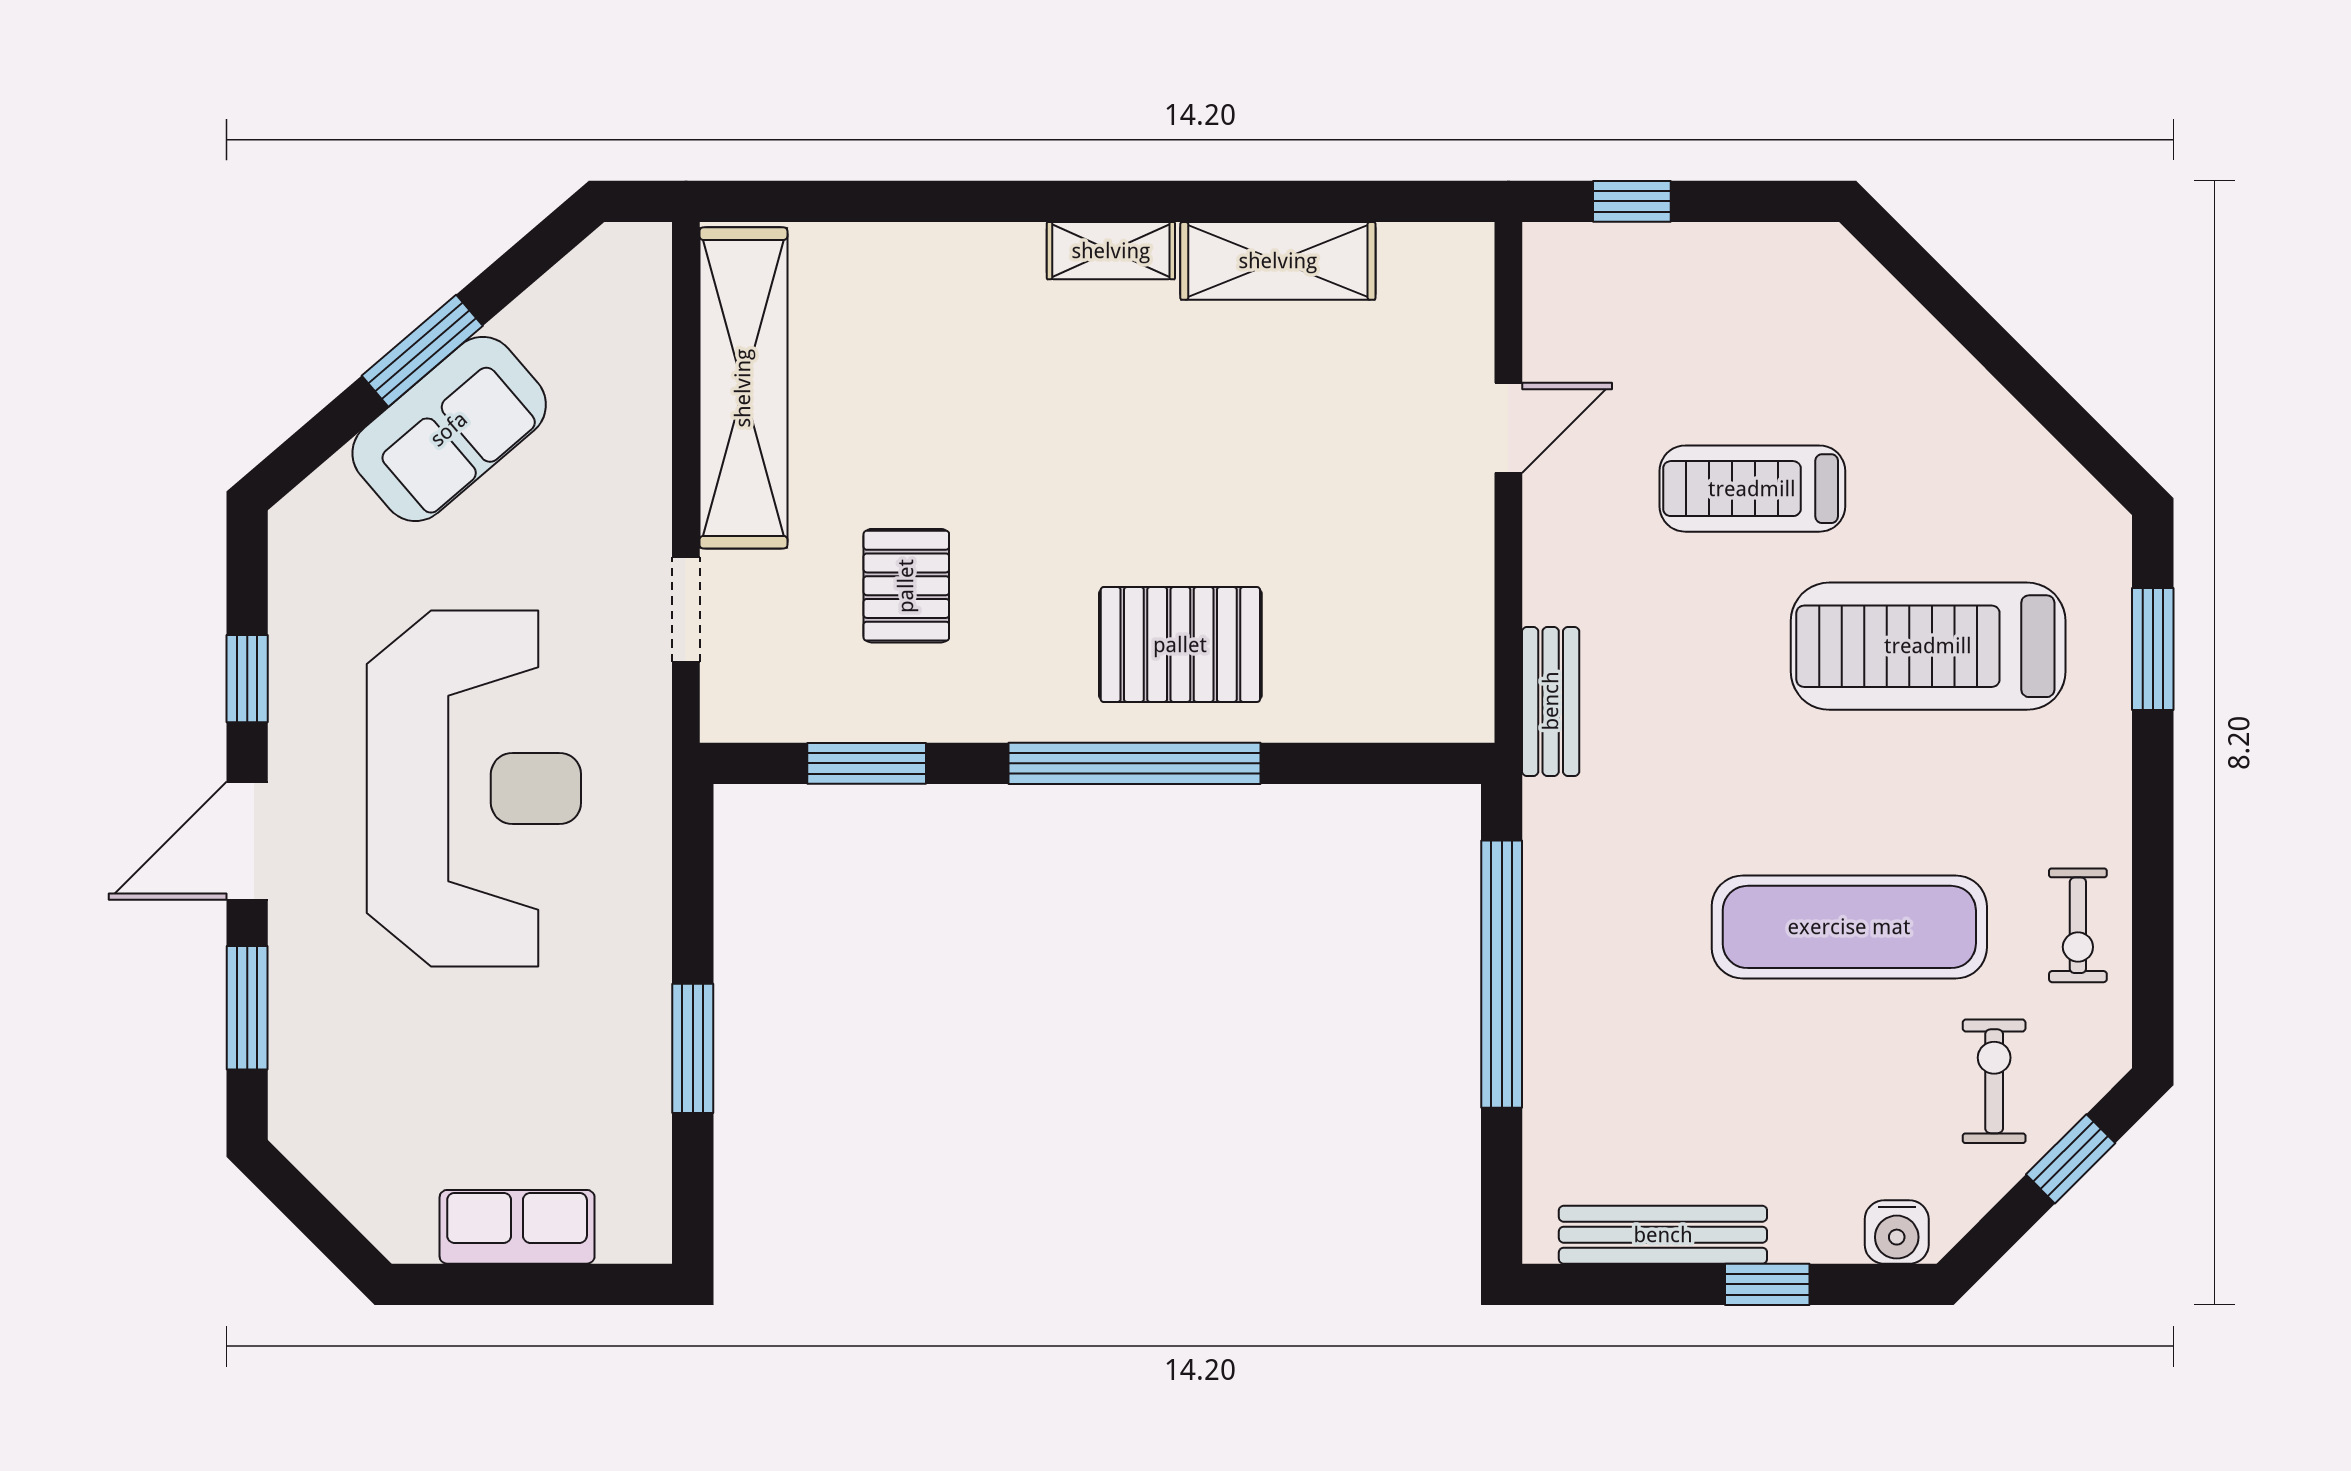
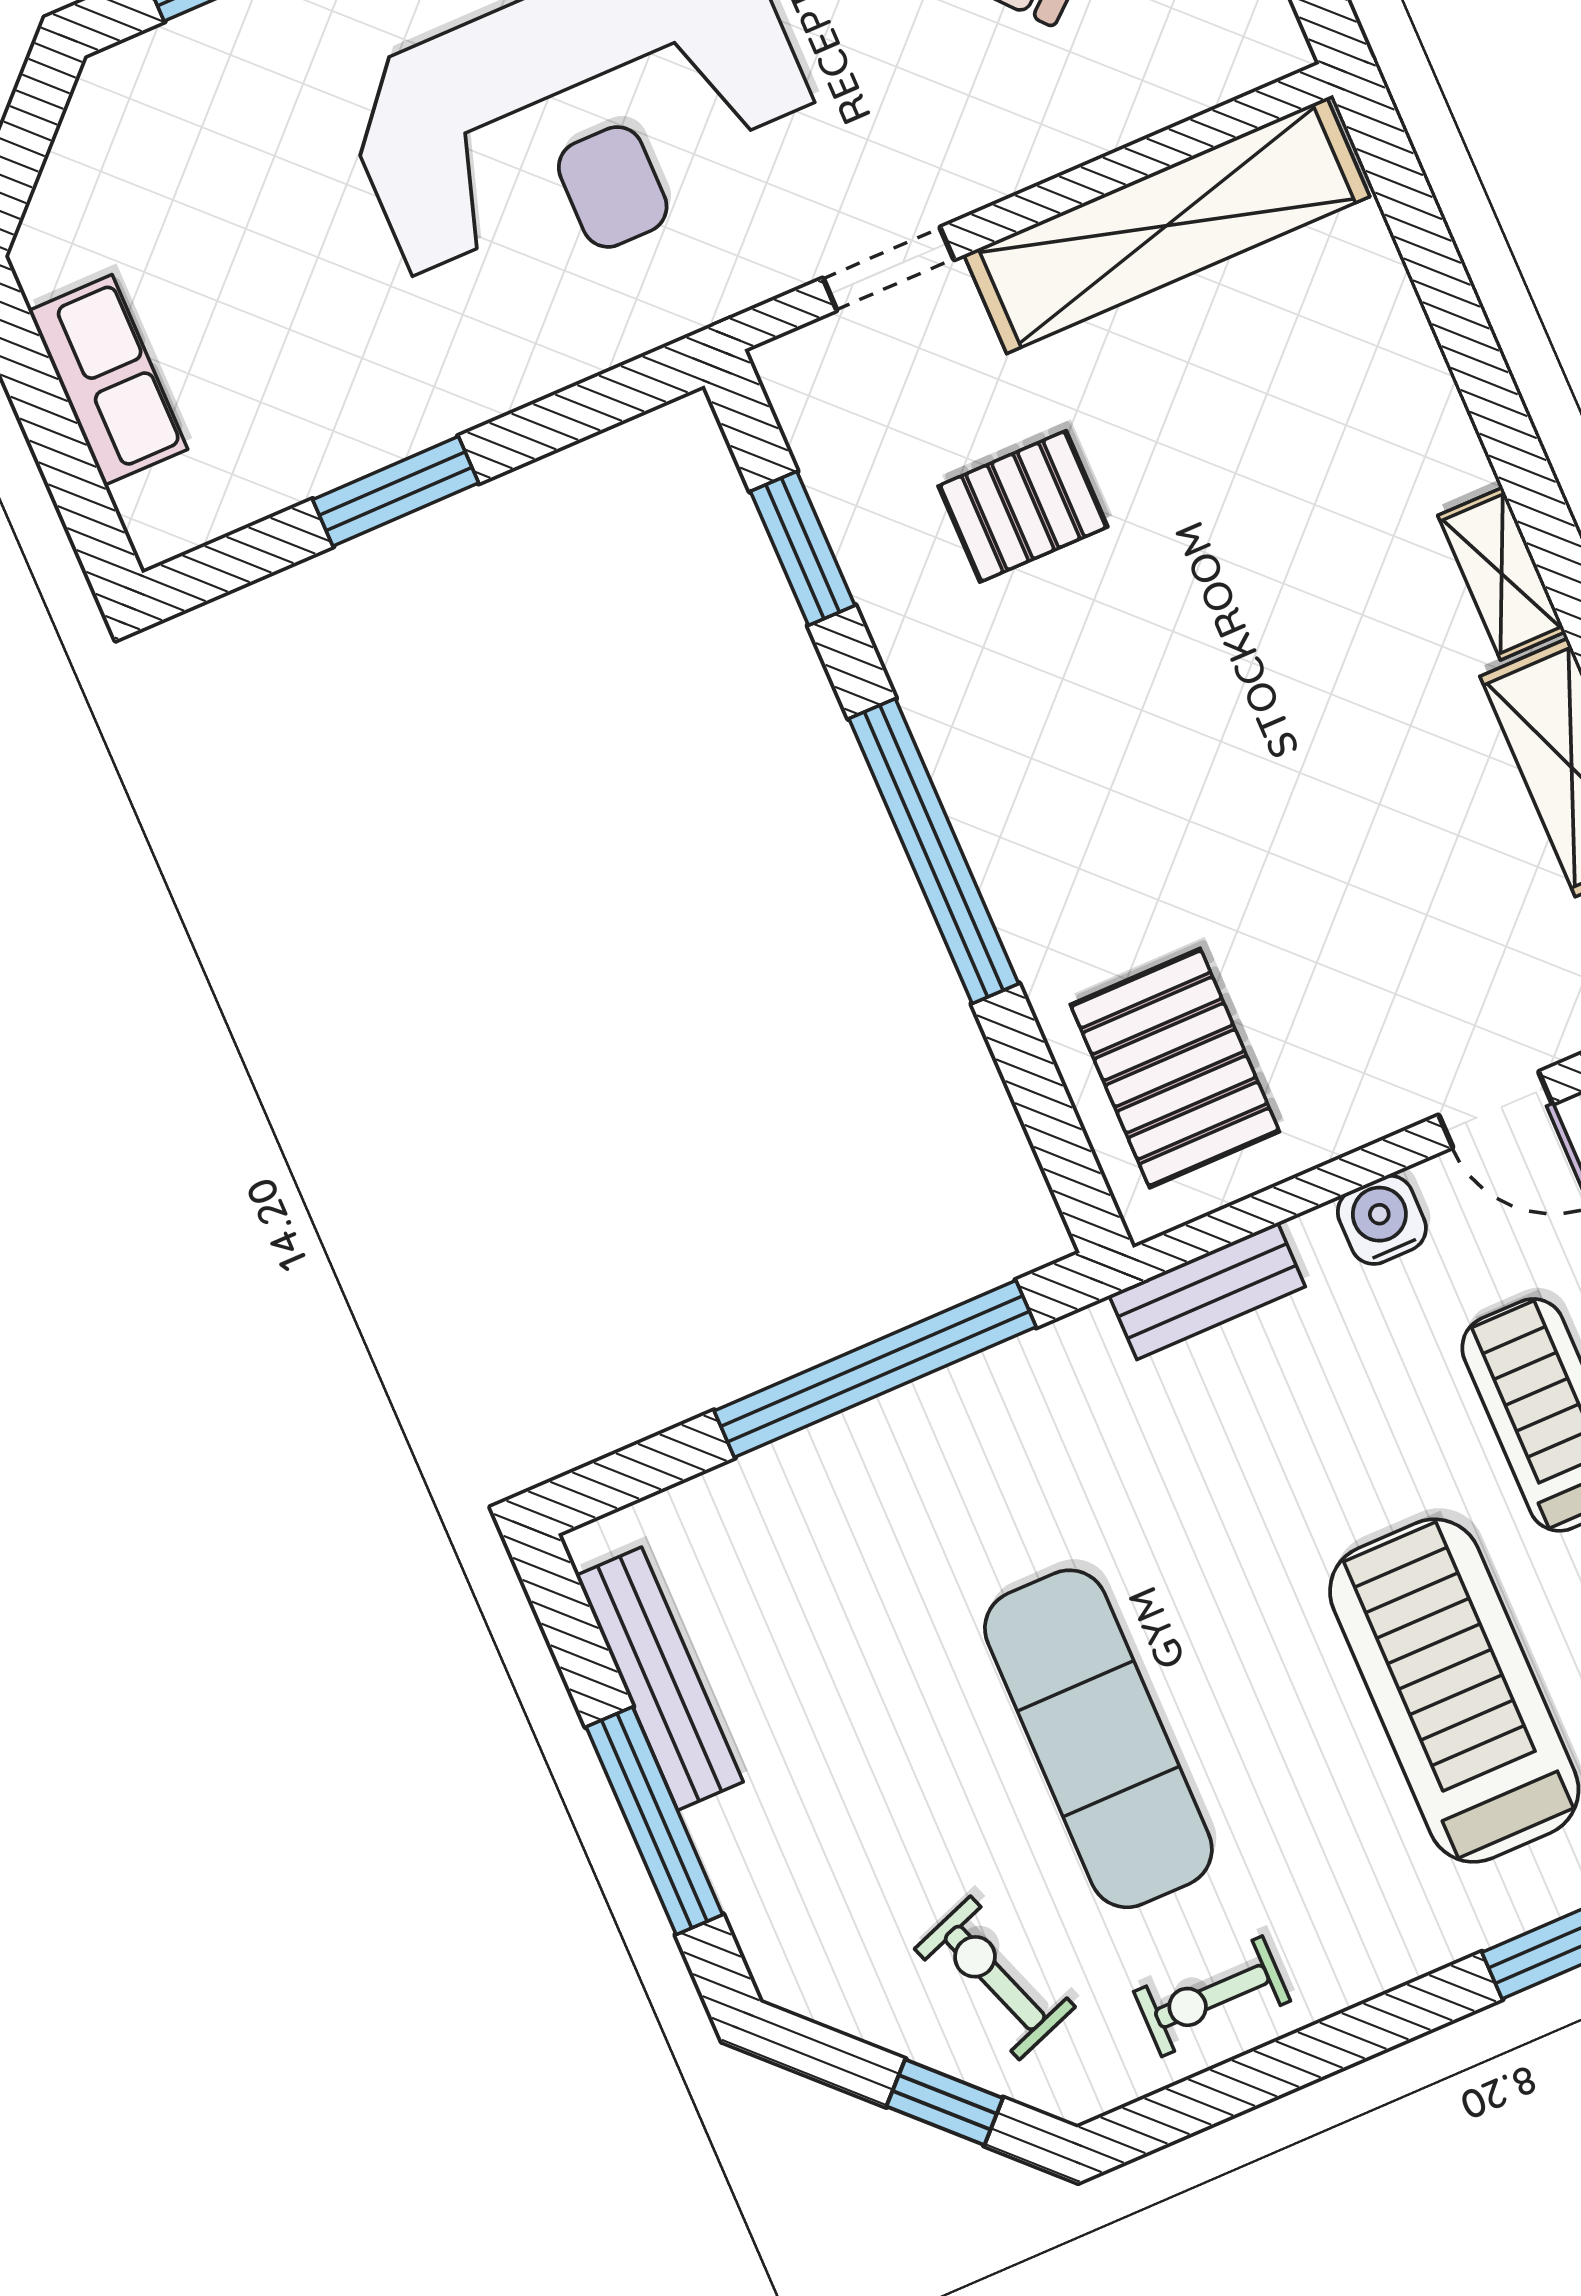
pallet: (1180, 645) -> (1175, 1068), moved
exercise bike: (1994, 1081) -> (995, 1978), turned -110
water cooler: (1897, 1232) -> (1382, 1220), moved, turned 90
window: (1767, 1284) -> (654, 1821), width x2.17

